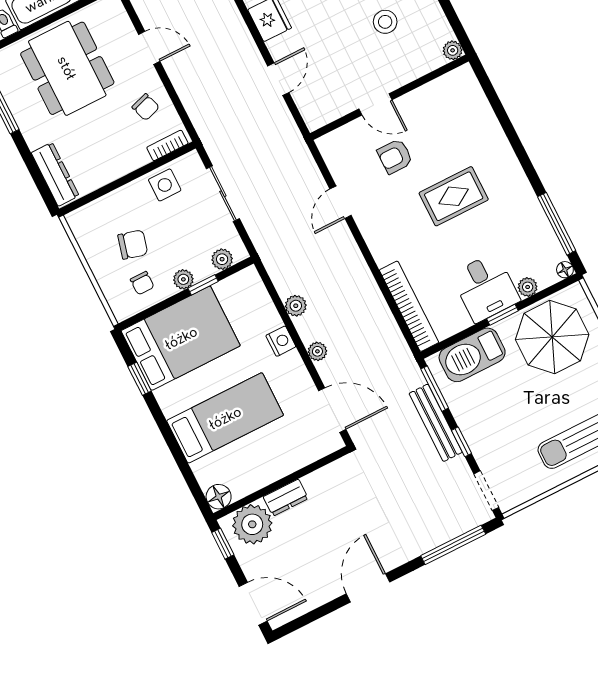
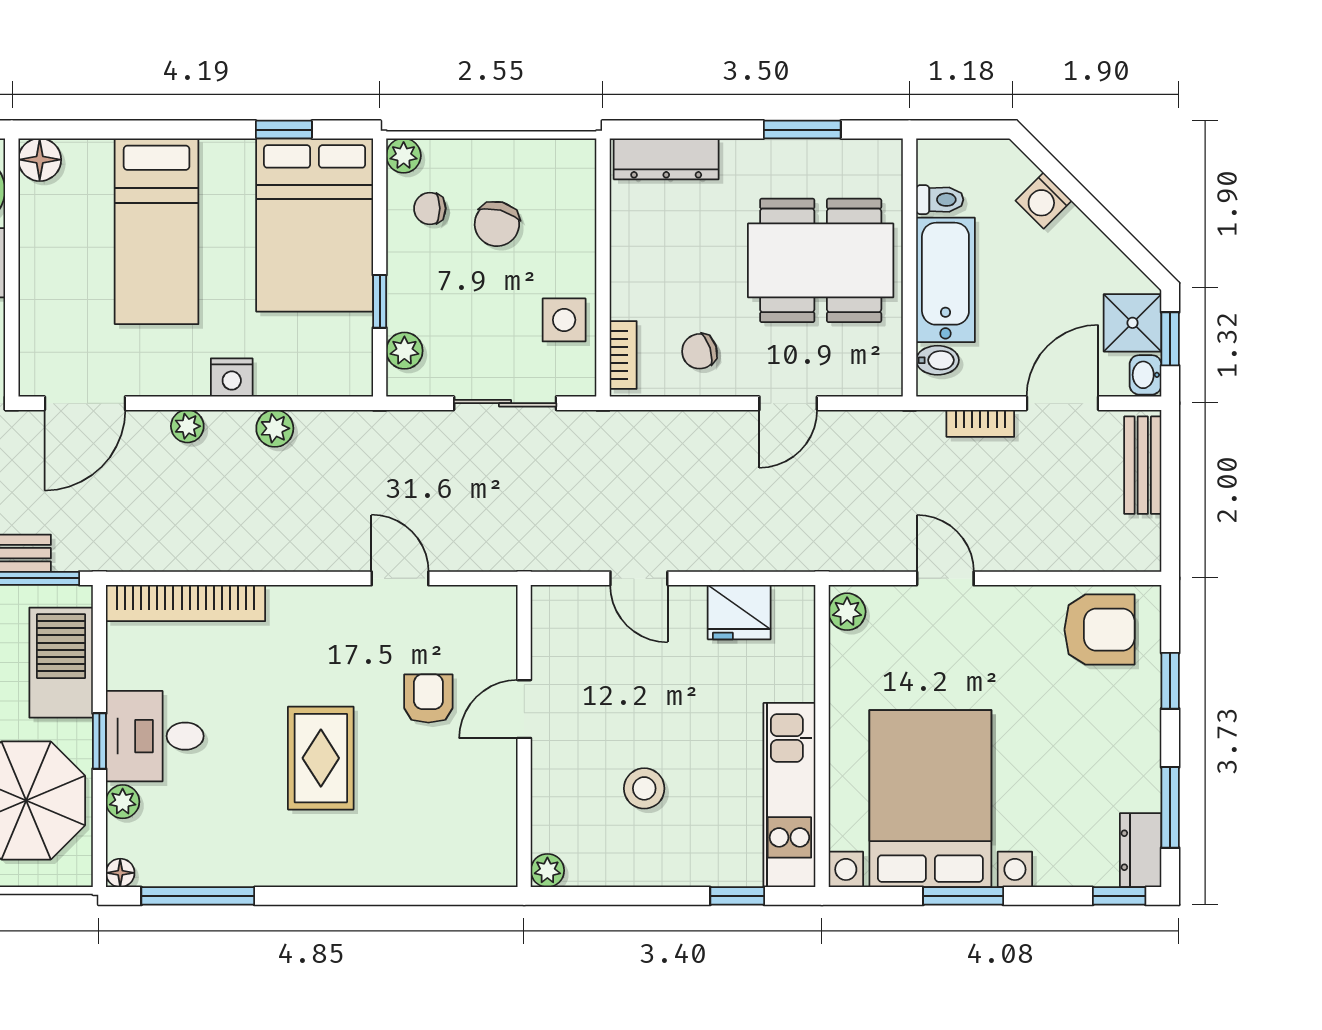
plant: (183, 279) -> (404, 156), moved

